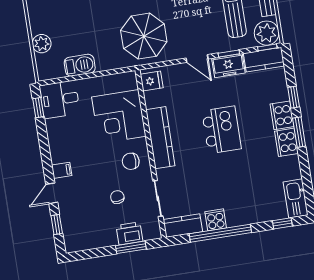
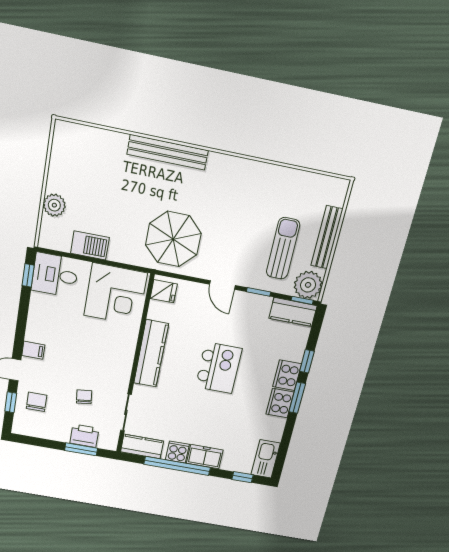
freezer: (228, 66) -> (205, 457), moved, turned 180
corner desk: (119, 117) -> (115, 294), moved, turned -90
chair: (131, 161) -> (37, 402), moved, turned 90

